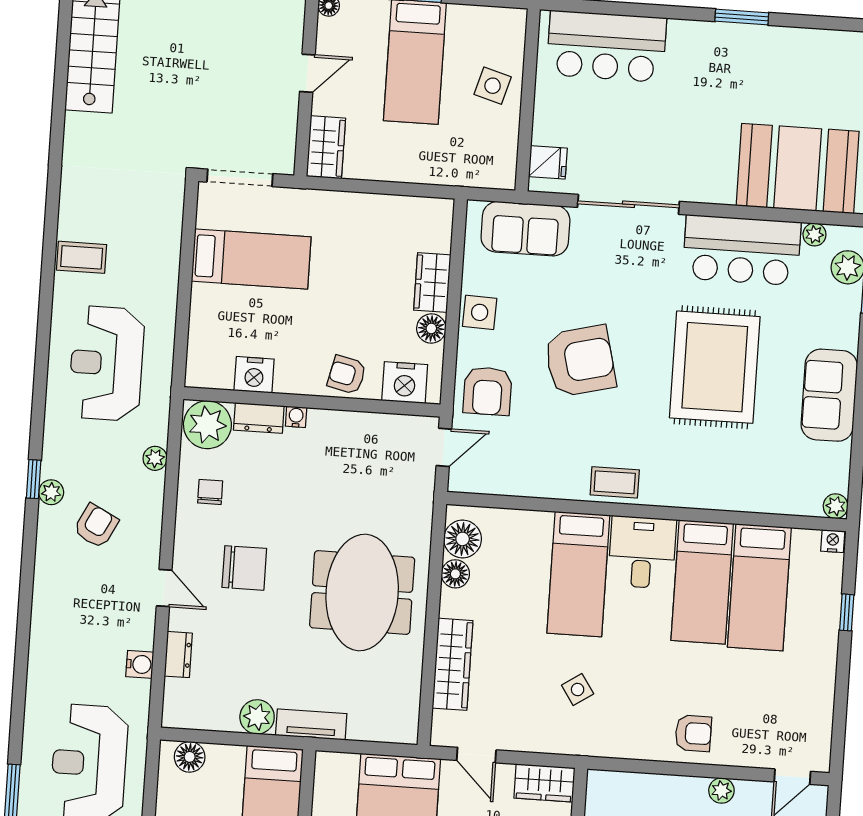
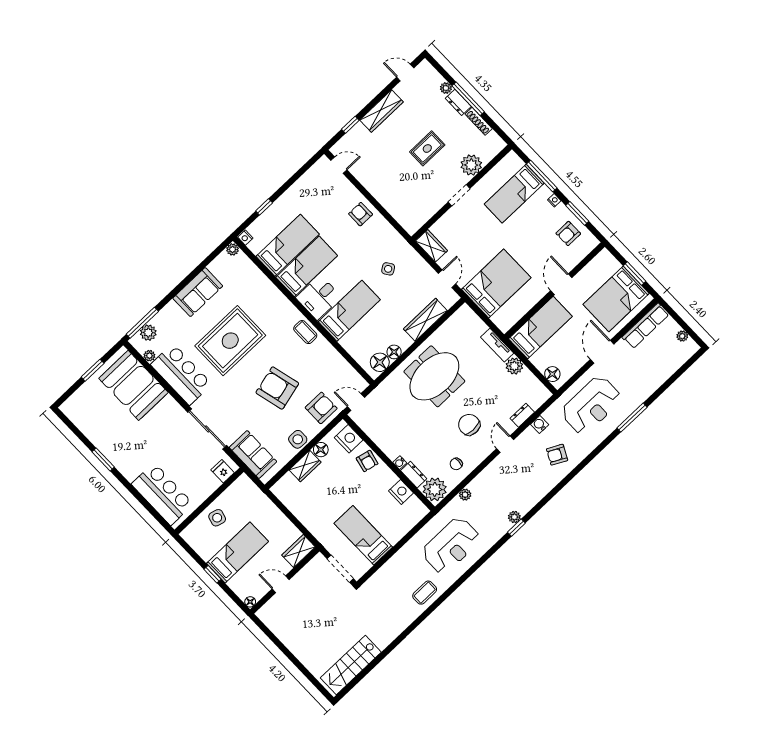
coffee table: (82, 257) -> (425, 593), turned 90
armchair: (96, 526) -> (557, 455), moved
plant: (721, 791) -> (369, 184), removed

